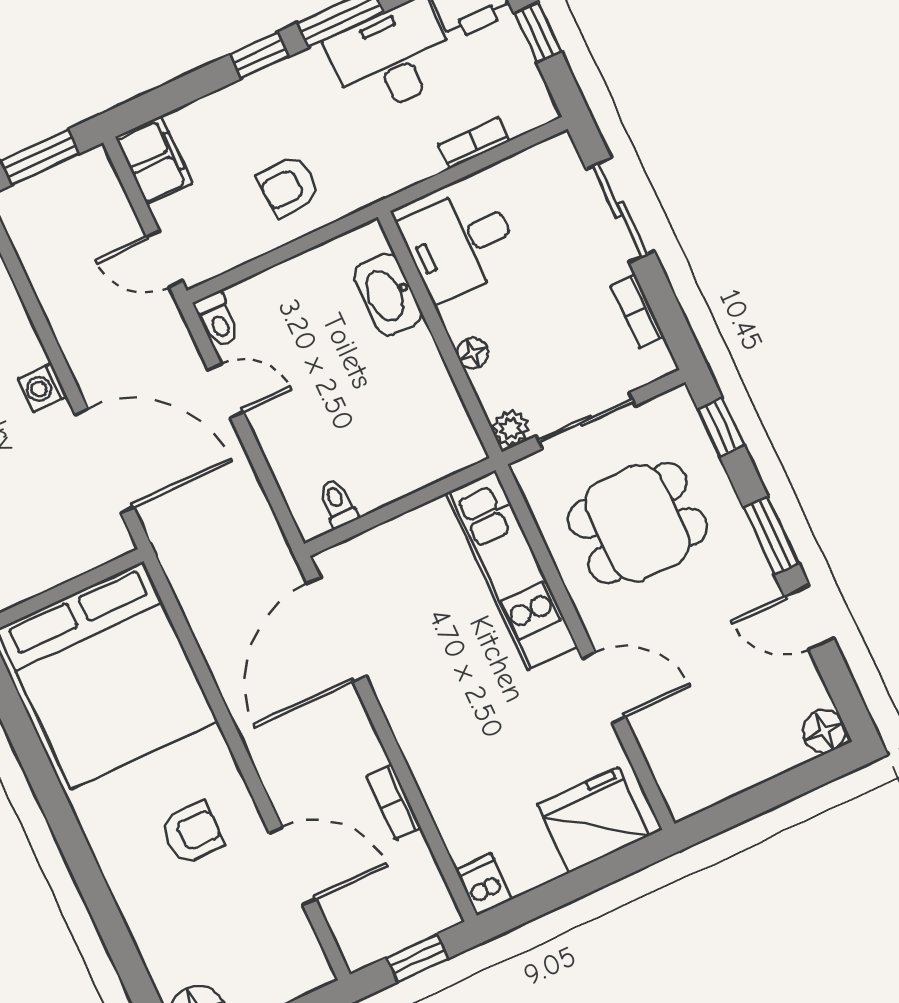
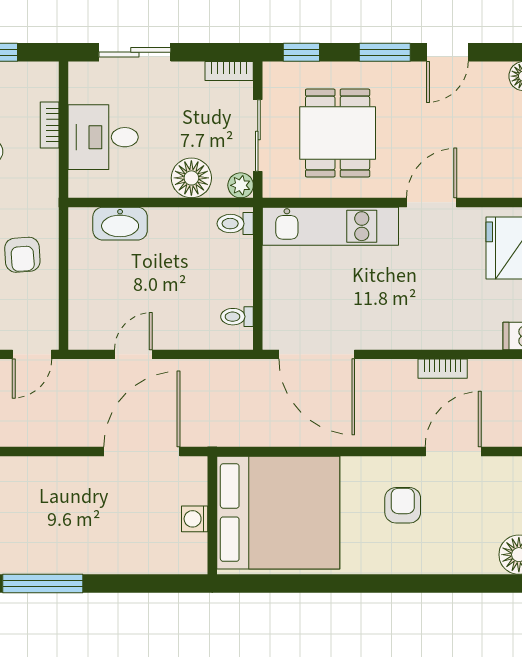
desk: (460, 243) -> (103, 137), moved, turned 90
bookcase: (637, 311) -> (229, 71), moved
toilet: (217, 320) -> (235, 224), moved, turned 180
floor lamp: (473, 353) -> (191, 178), width x1.89, depth x1.89
washing machine: (42, 388) -> (195, 519), moved, turned 90

